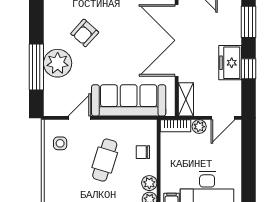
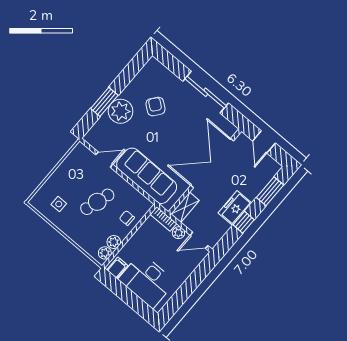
armchair: (85, 33) -> (155, 107), turned 86
window: (36, 67) -> (104, 102), width x0.69
side table: (60, 143) -> (59, 204), moved

